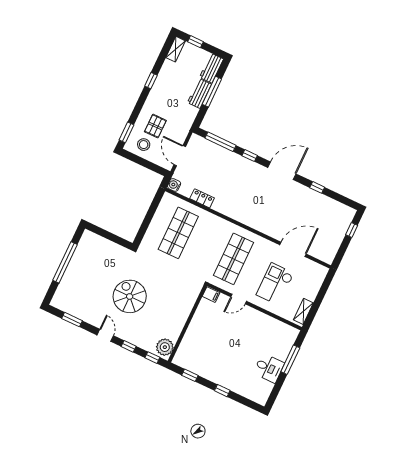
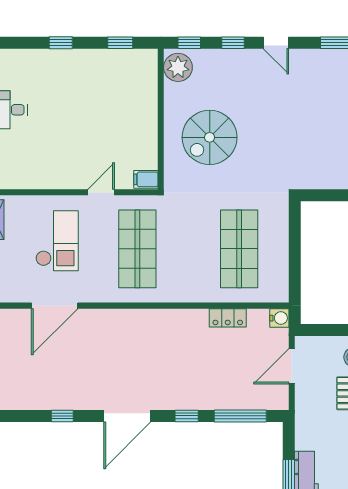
door: (180, 156) -> (292, 366), swing flipped
spiral stairs: (130, 296) -> (210, 137), moved, turned 90

